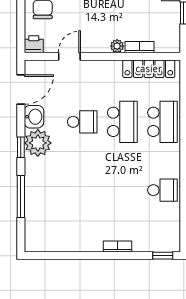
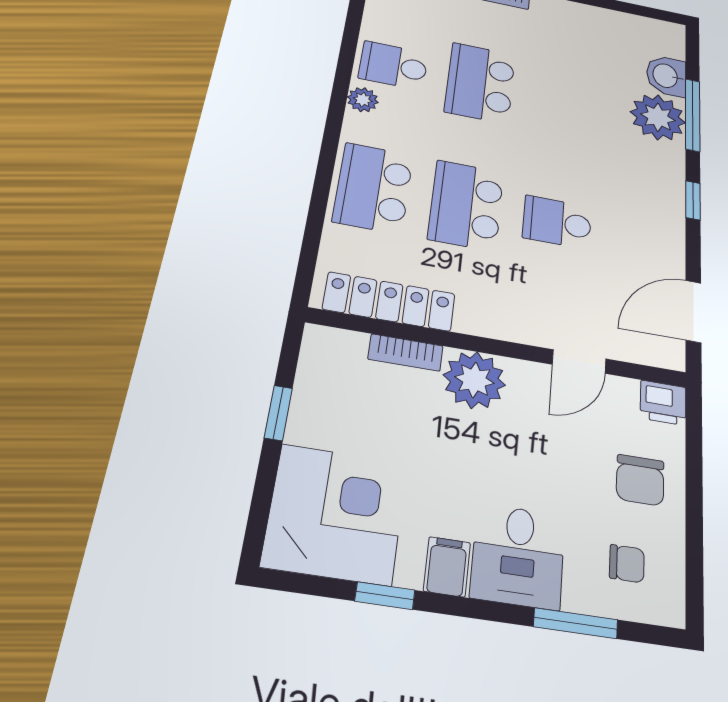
plant: (117, 46) -> (474, 380), width x1.88, depth x1.88
washbasin: (34, 117) -> (666, 76), moved
plant: (38, 143) -> (658, 117), moved
plant: (173, 167) -> (363, 100), added
school desk: (122, 190) -> (480, 83), added

